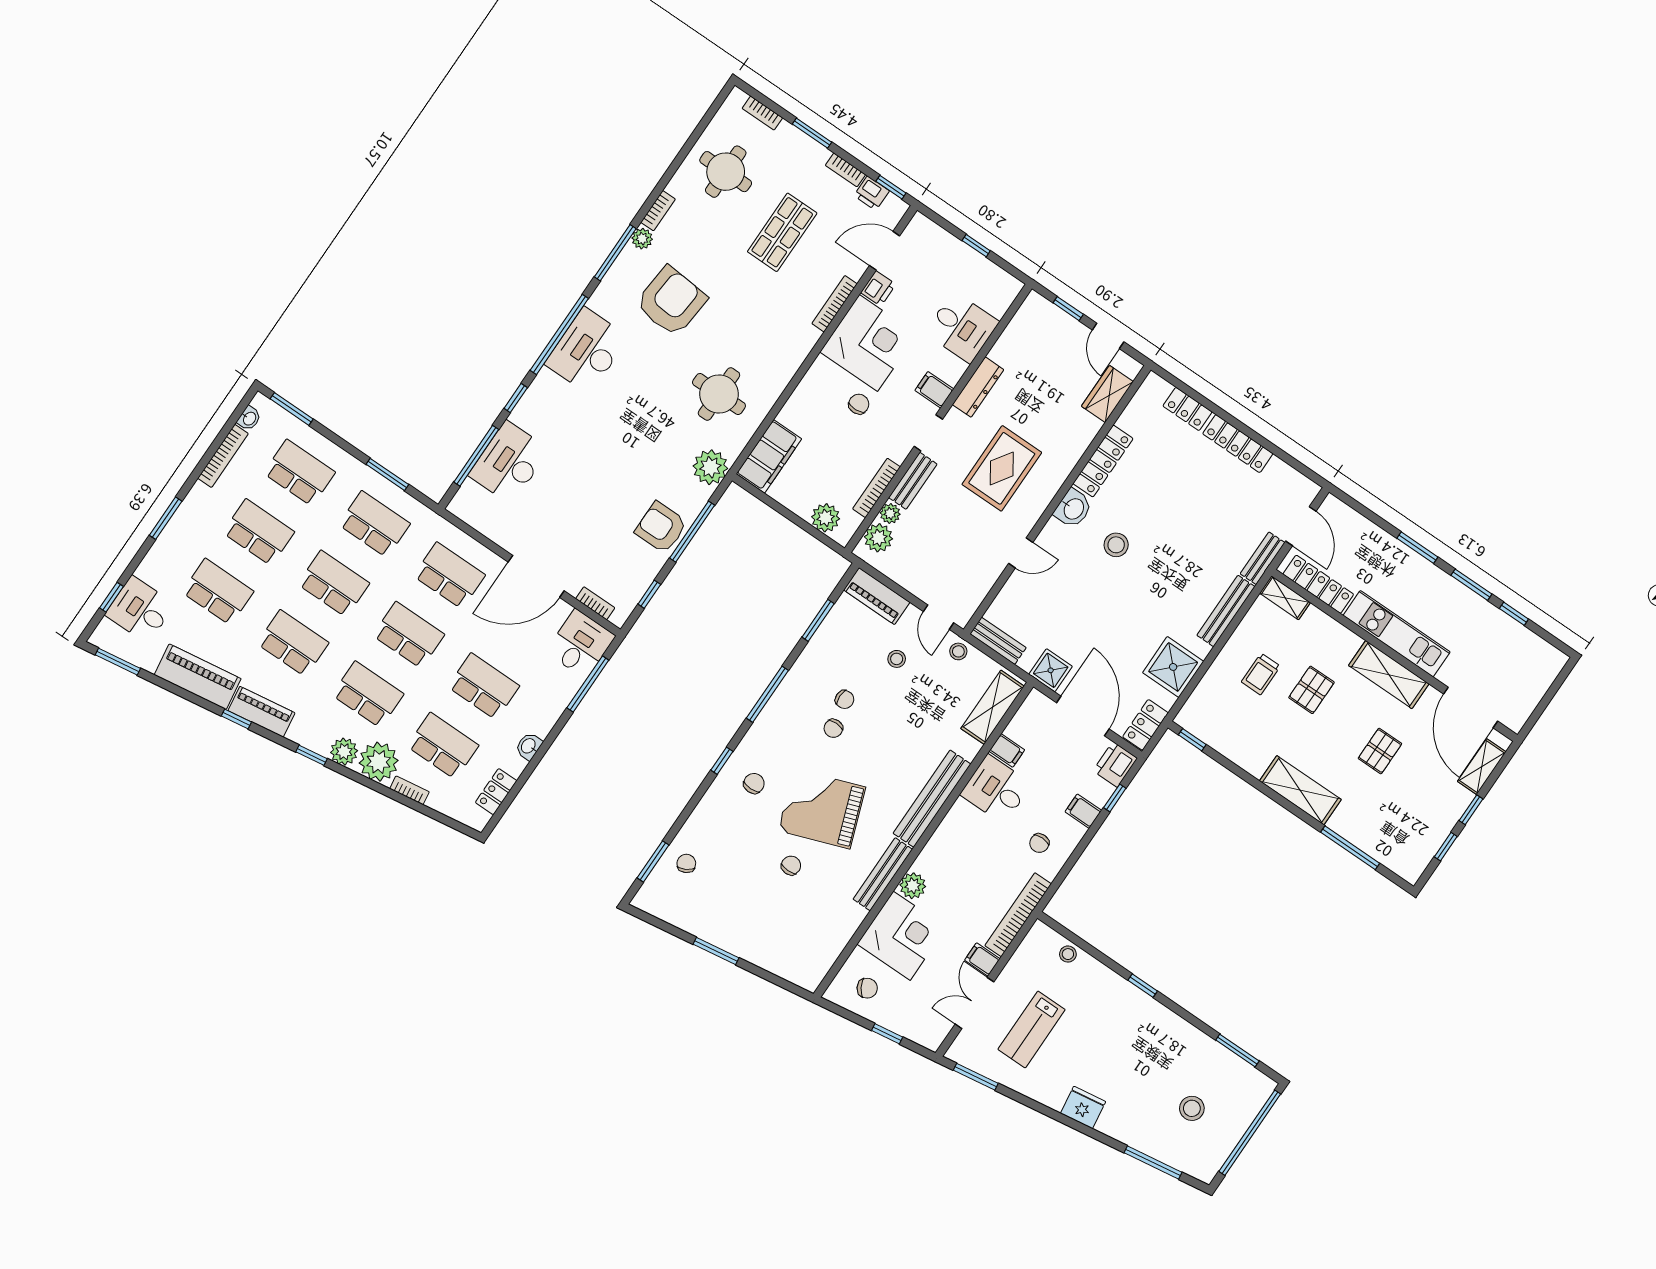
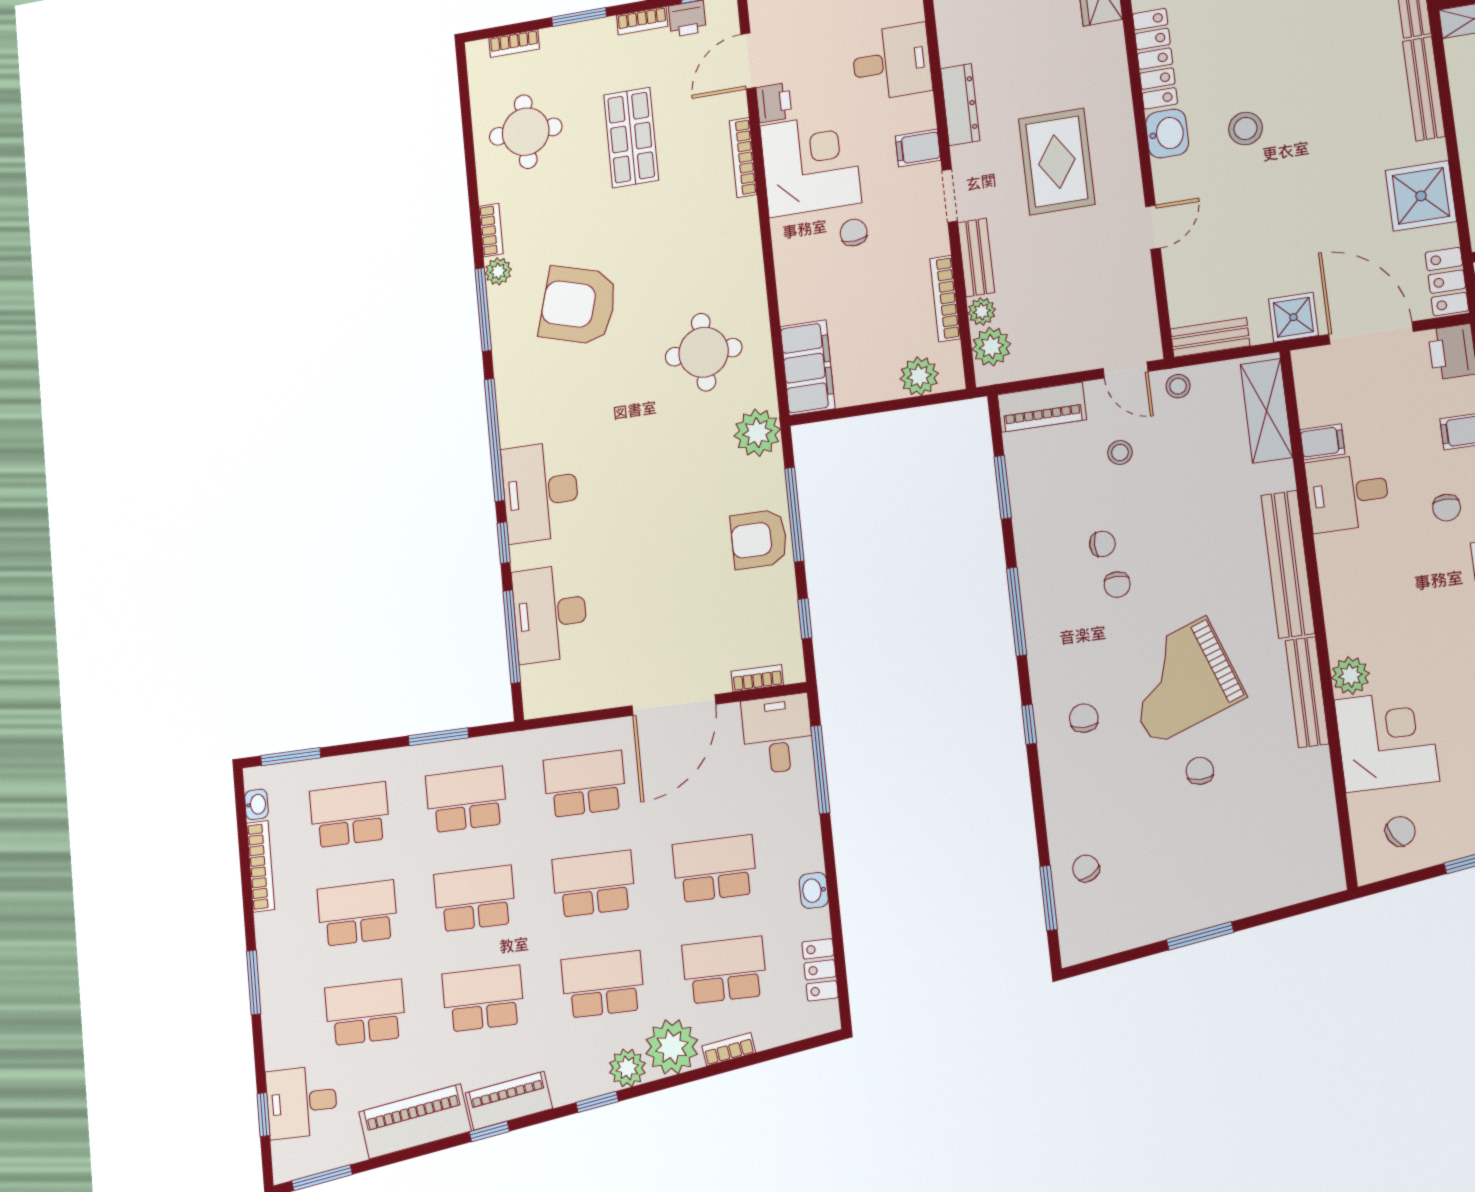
armchair: (671, 301) -> (578, 305), turned -79
desk: (587, 351) -> (540, 492), moved

